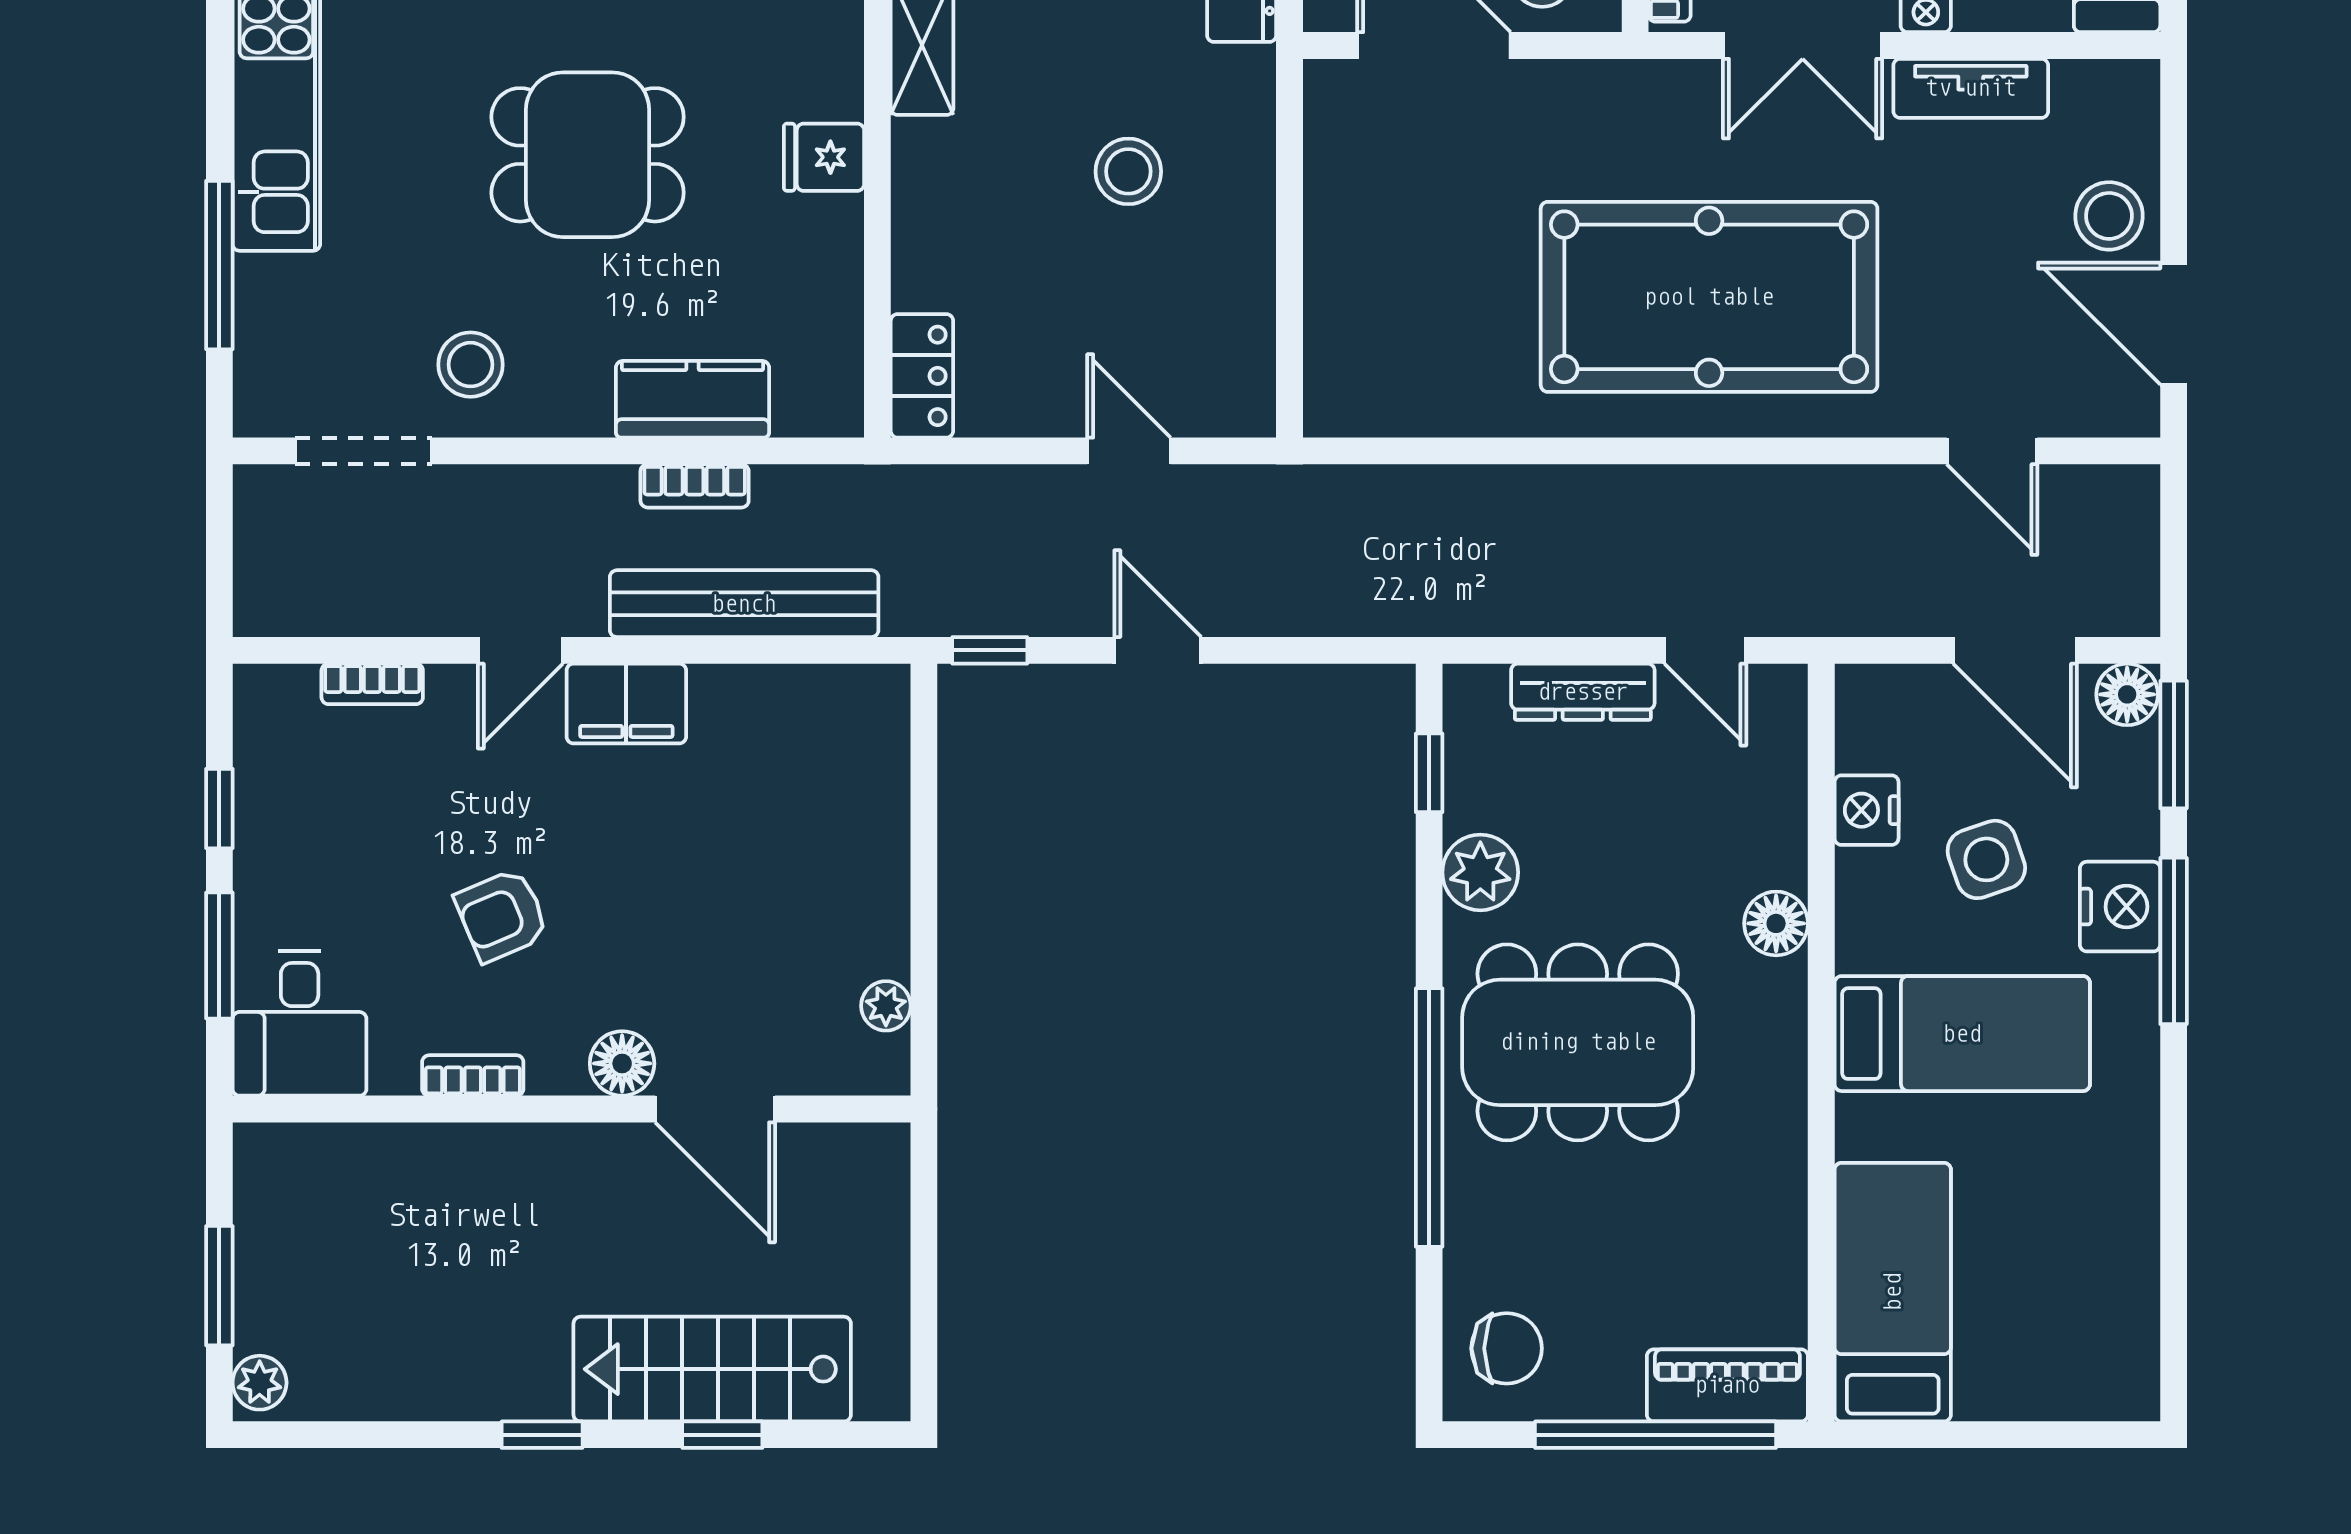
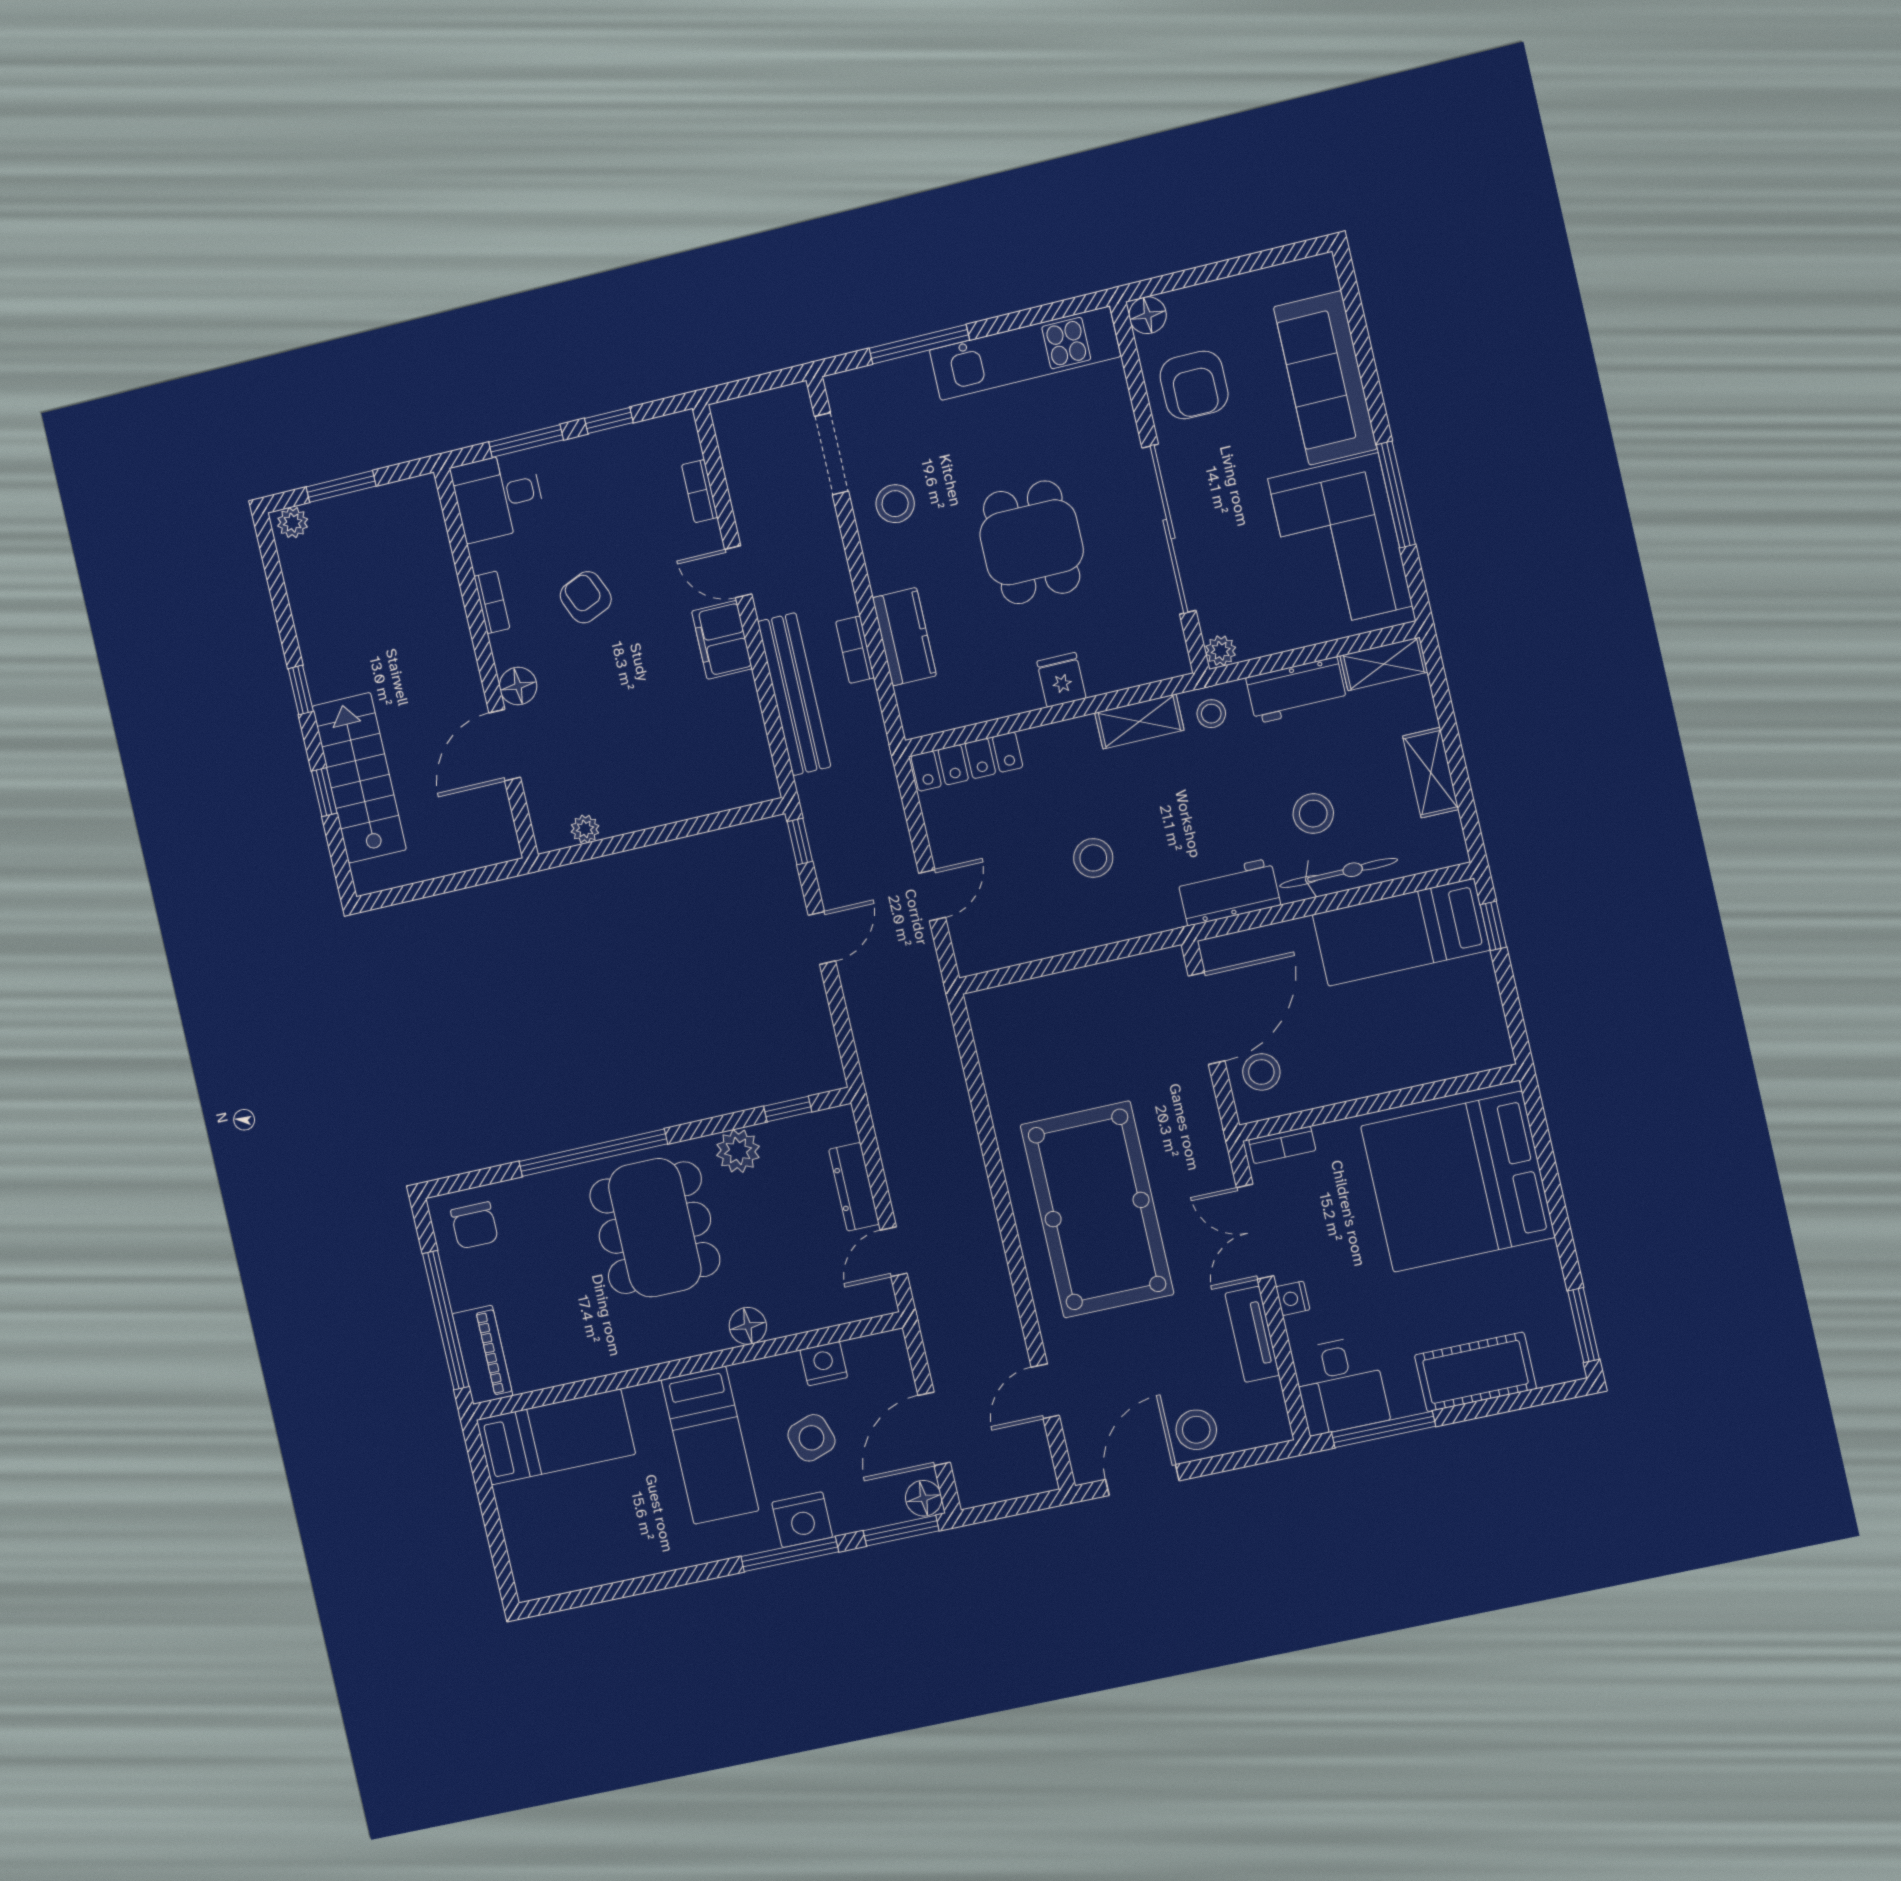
locker: (922, 376) -> (967, 762), width x1.53

